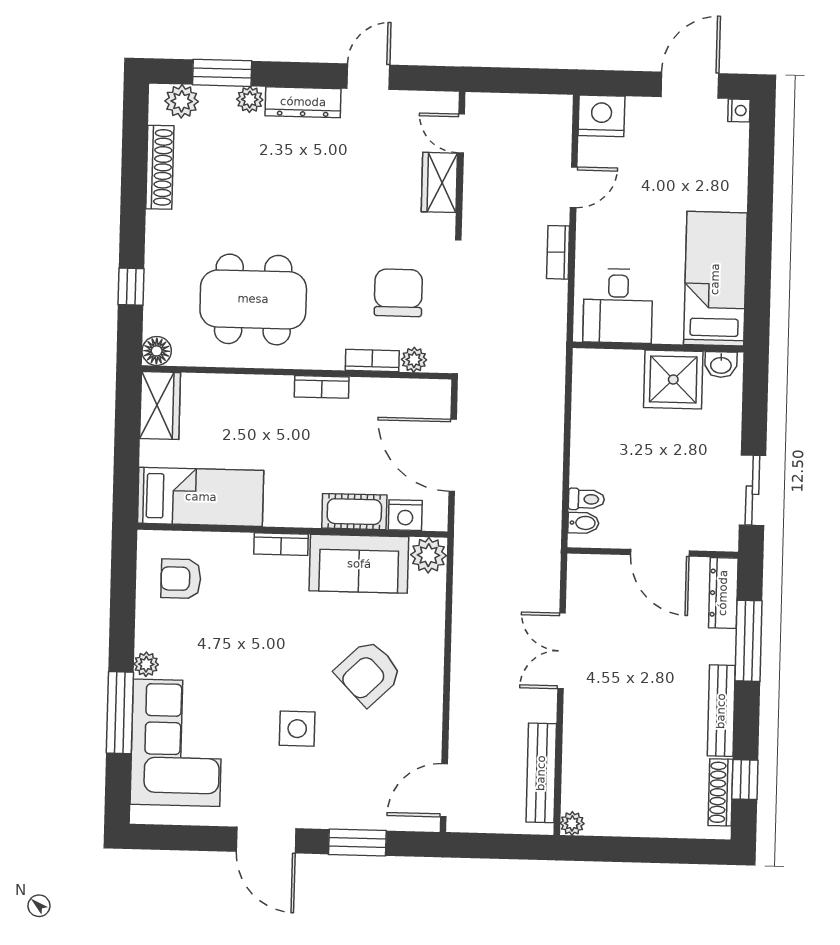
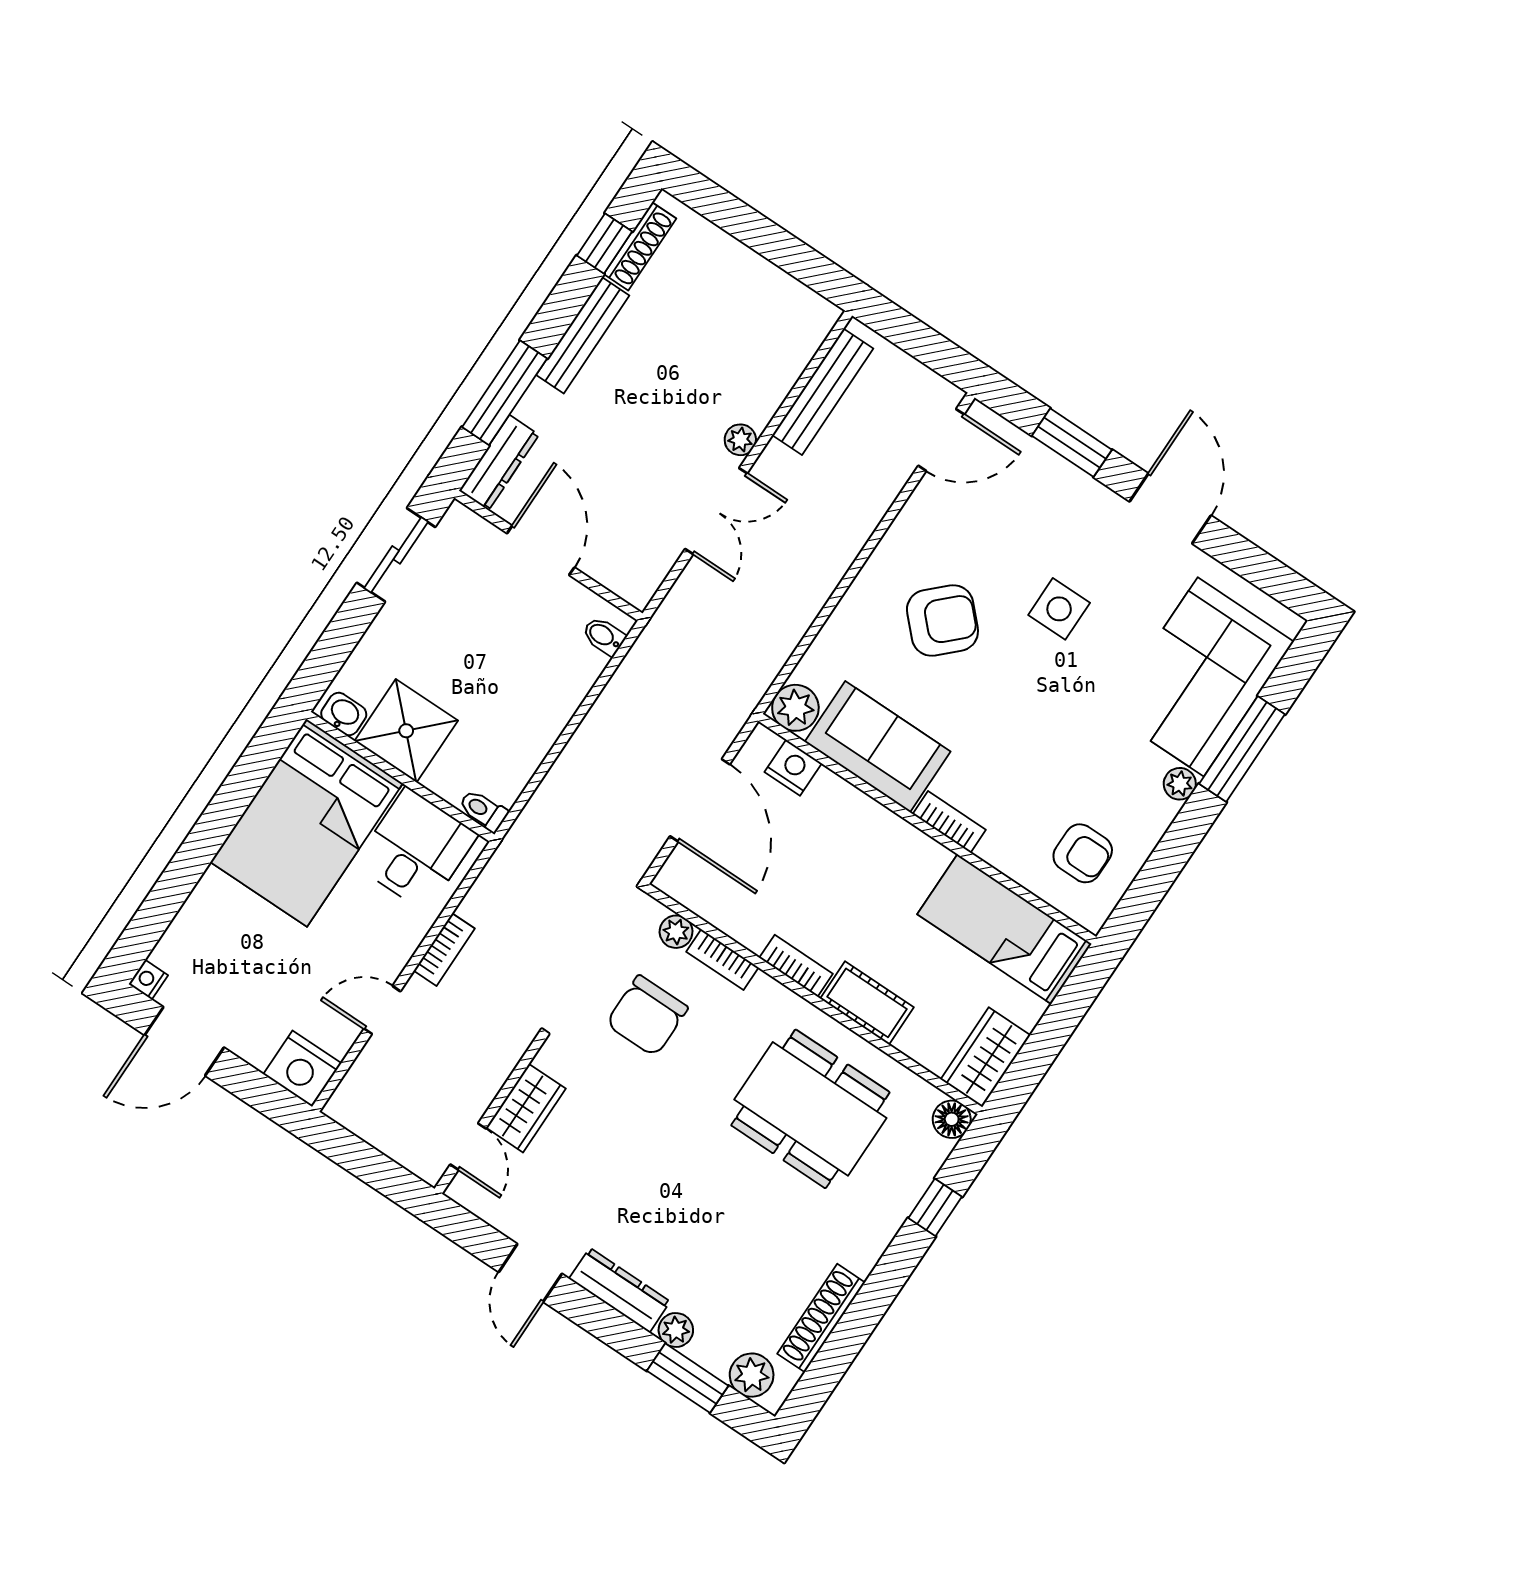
door: (368, 77) -> (530, 1273), hinge flipped
bed: (715, 279) -> (307, 823), width x1.50
toilet: (586, 499) -> (483, 810), moved
cot: (354, 512) -> (867, 1003), moved
plant: (572, 823) -> (740, 440), moved

